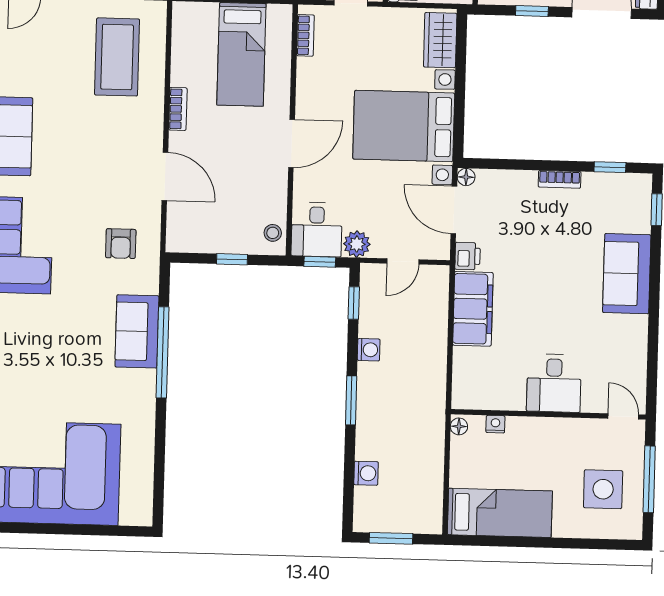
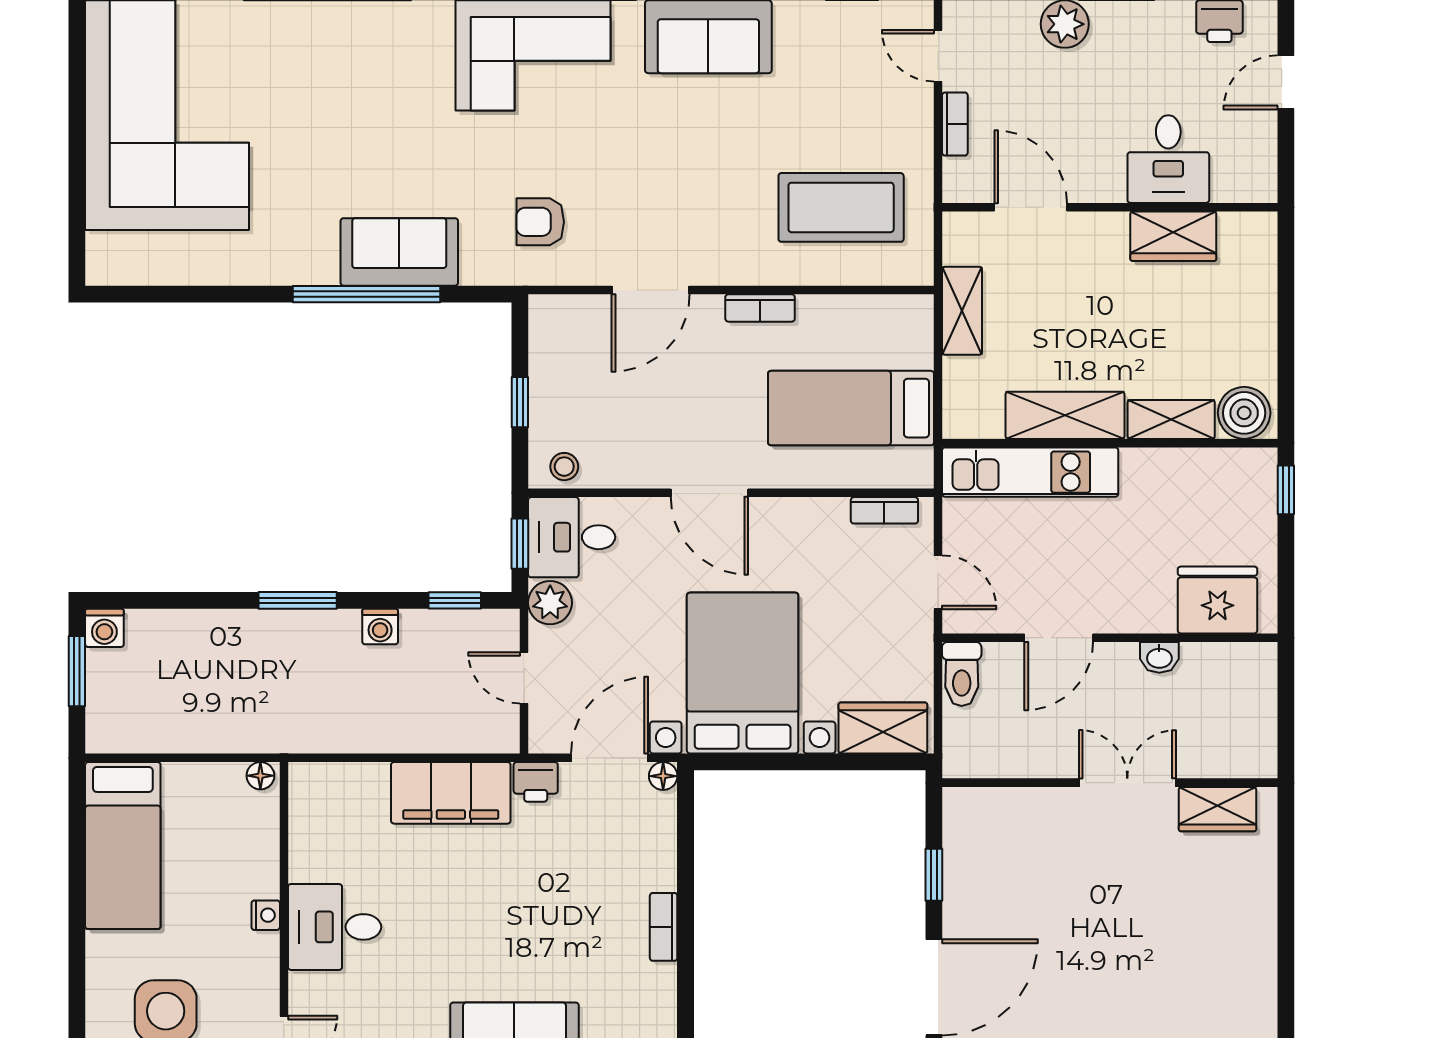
window: (610, 167) -> (686, 1008), removed
nightstand: (495, 424) -> (266, 915), moved
washing machine: (366, 473) -> (104, 628), moved

